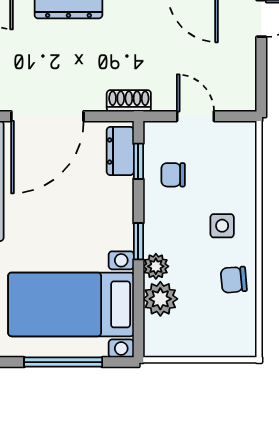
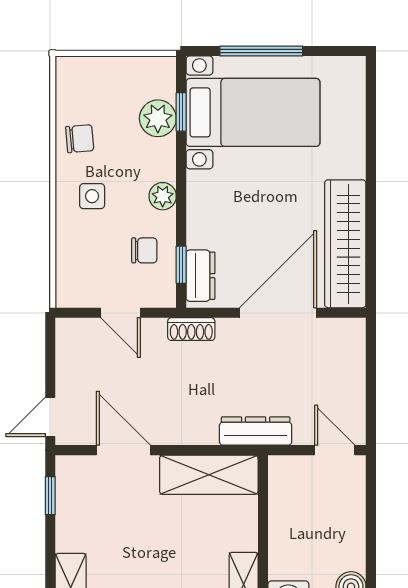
window: (138, 241) -> (181, 112), moved
plant: (156, 266) -> (163, 196), moved

